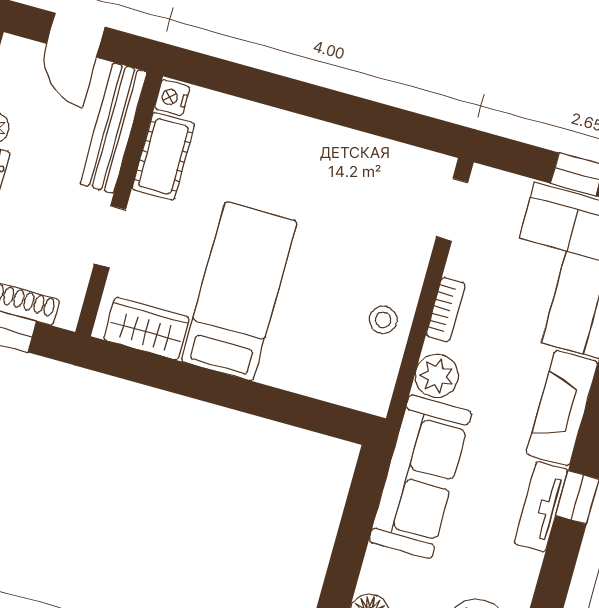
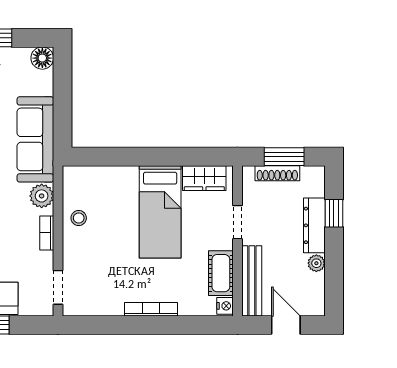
bookcase: (302, 127) -> (151, 309), added

